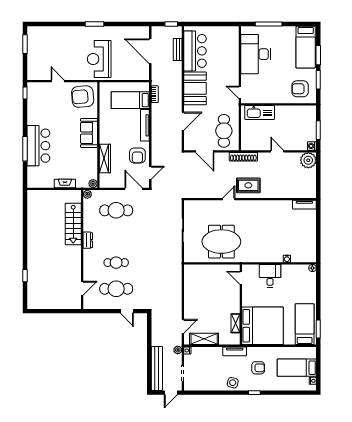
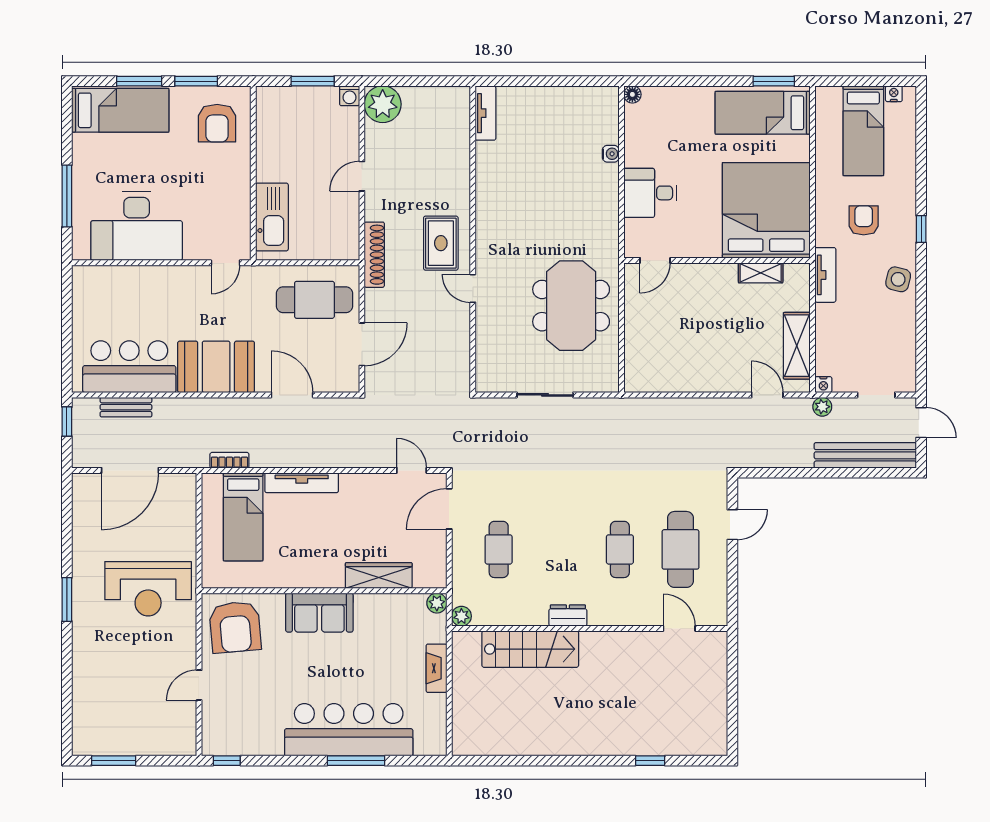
bar counter: (38, 146) -> (349, 730), width x1.36
armchair: (137, 155) -> (372, 500), removed
cafe table: (116, 210) -> (499, 549), width x0.73, depth x0.74

